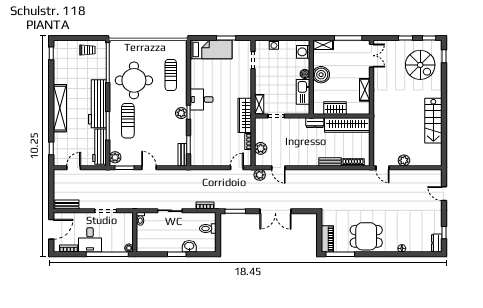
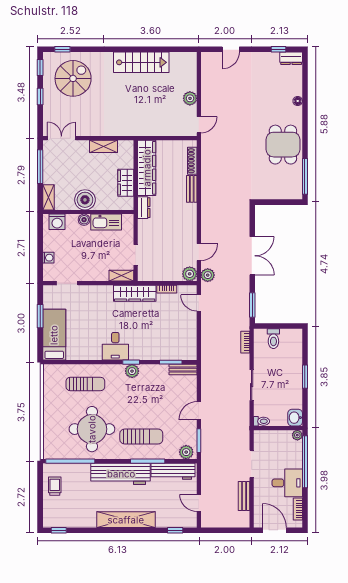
plant: (261, 148) -> (190, 274), moved
bench: (67, 205) -> (244, 496), moved
piano: (327, 239) -> (286, 192), removed
washbasin: (189, 246) -> (295, 418), moved

